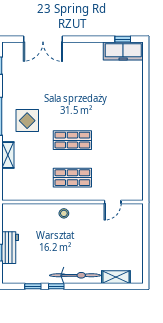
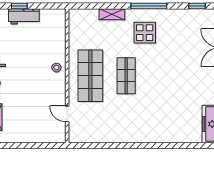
shop shelf: (72, 178) -> (90, 76), width x1.43, depth x1.36

